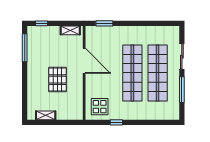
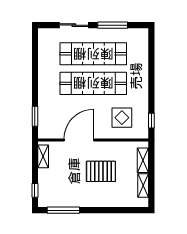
display table: (100, 107) -> (122, 118), moved
shelving: (67, 115) -> (143, 160), added
window: (116, 122) -> (151, 121), moved

